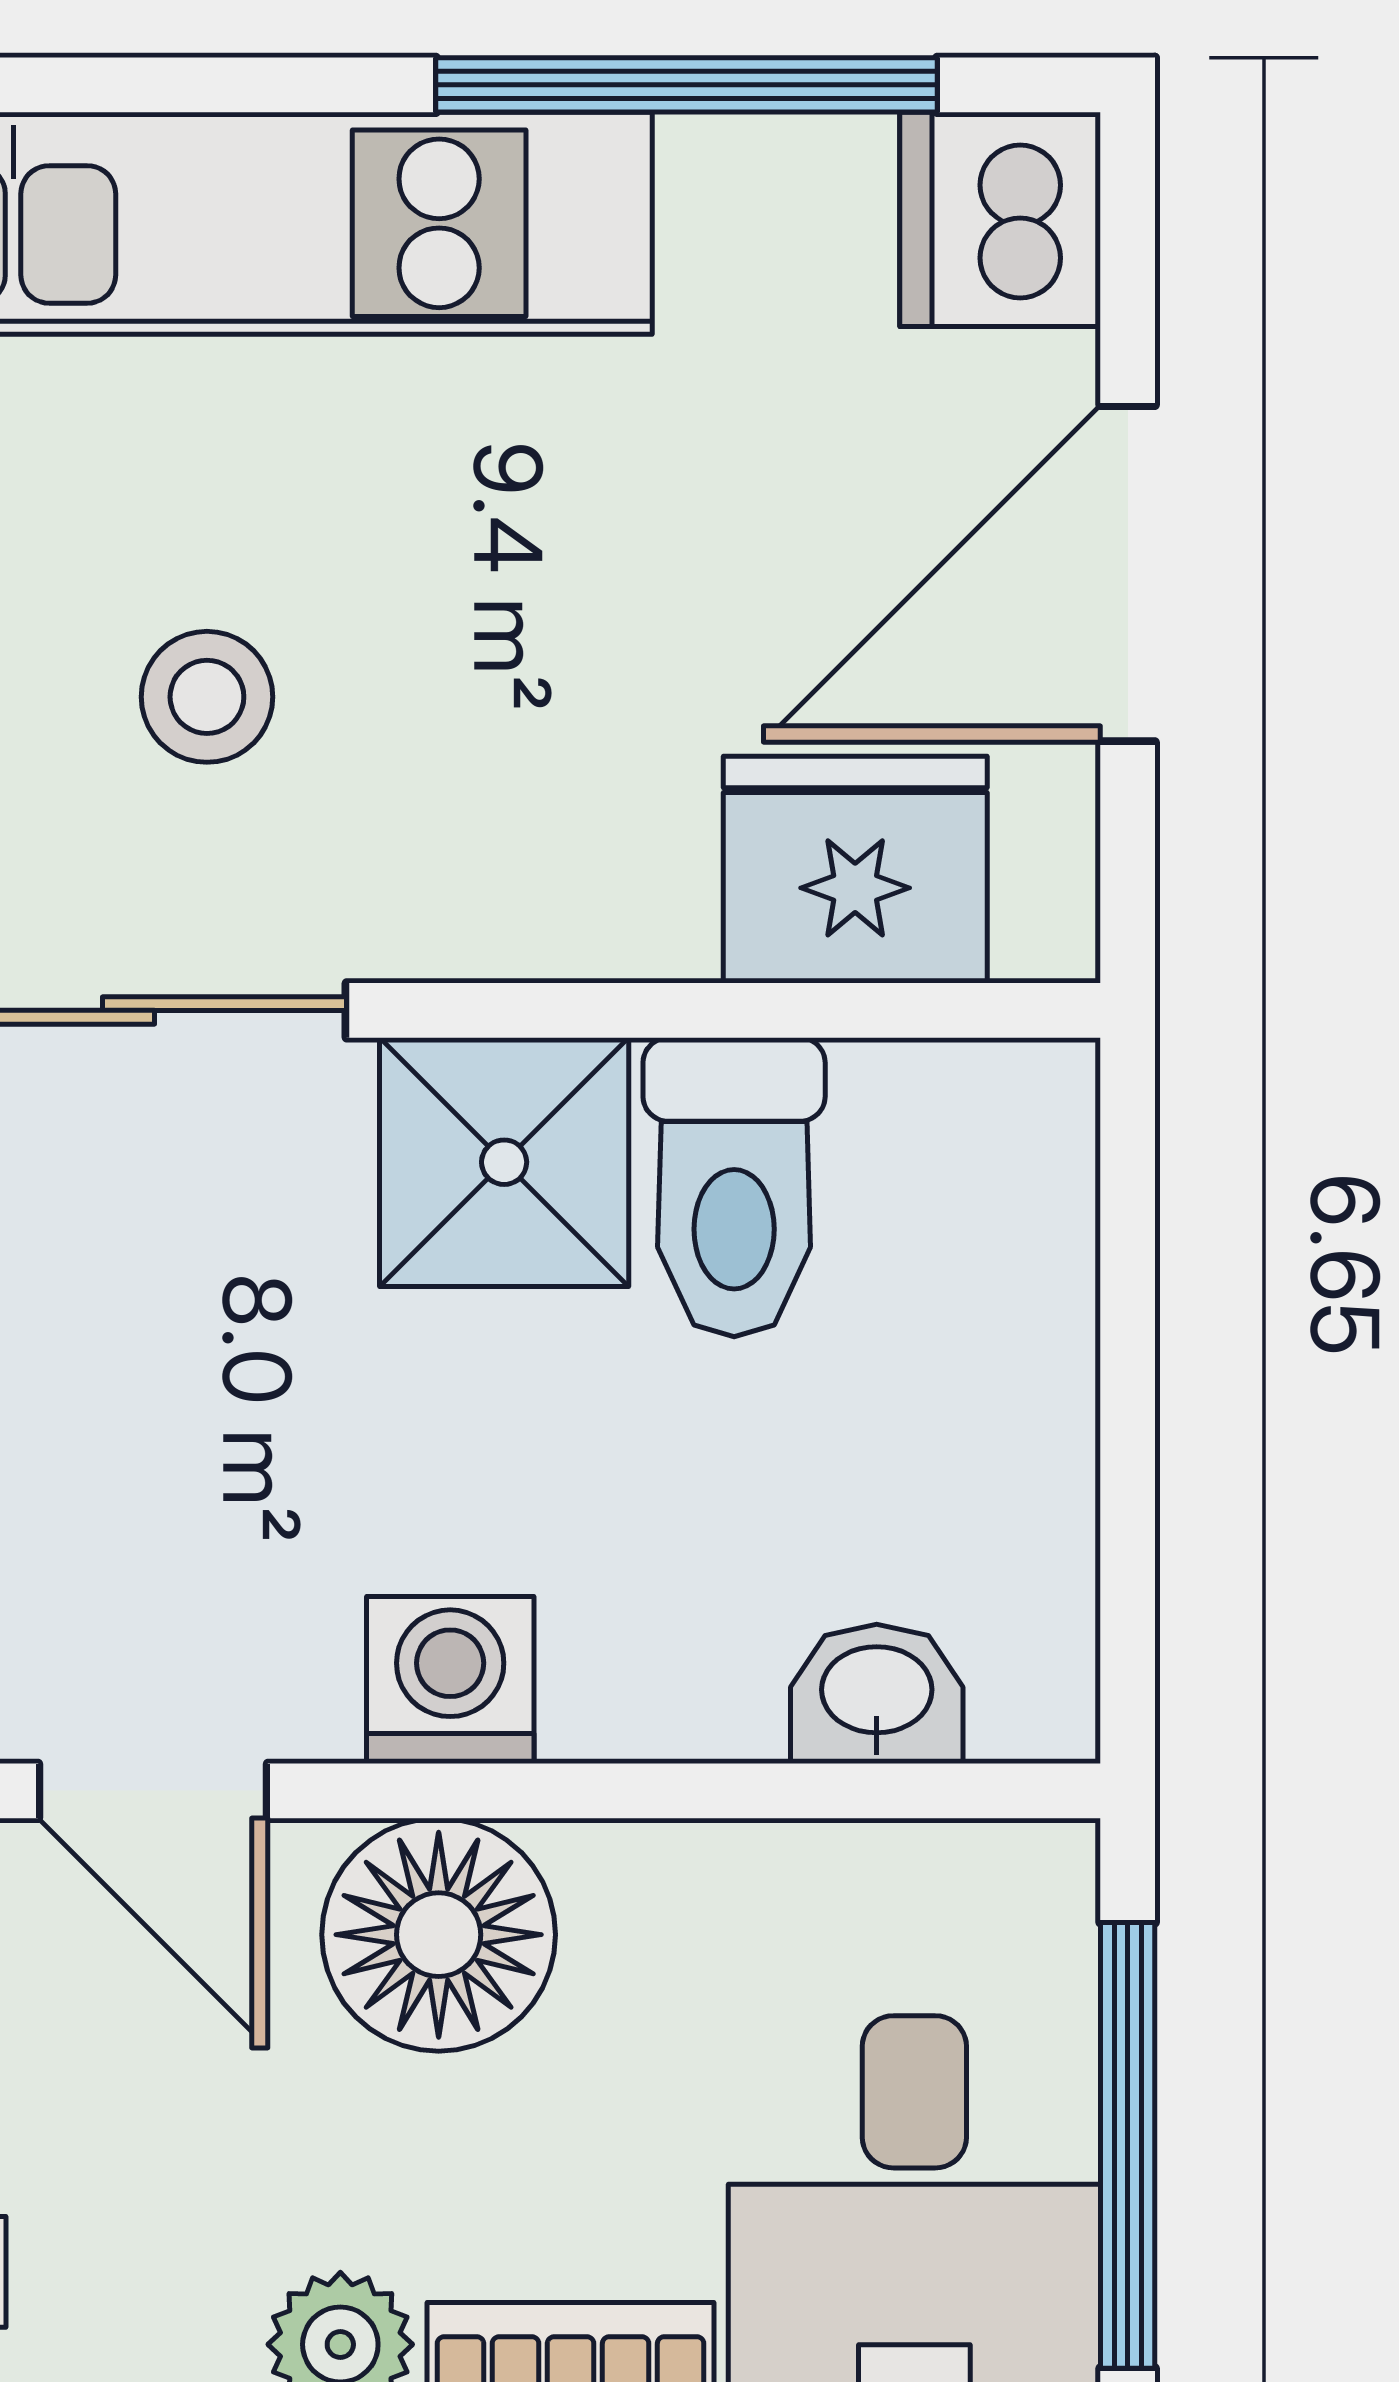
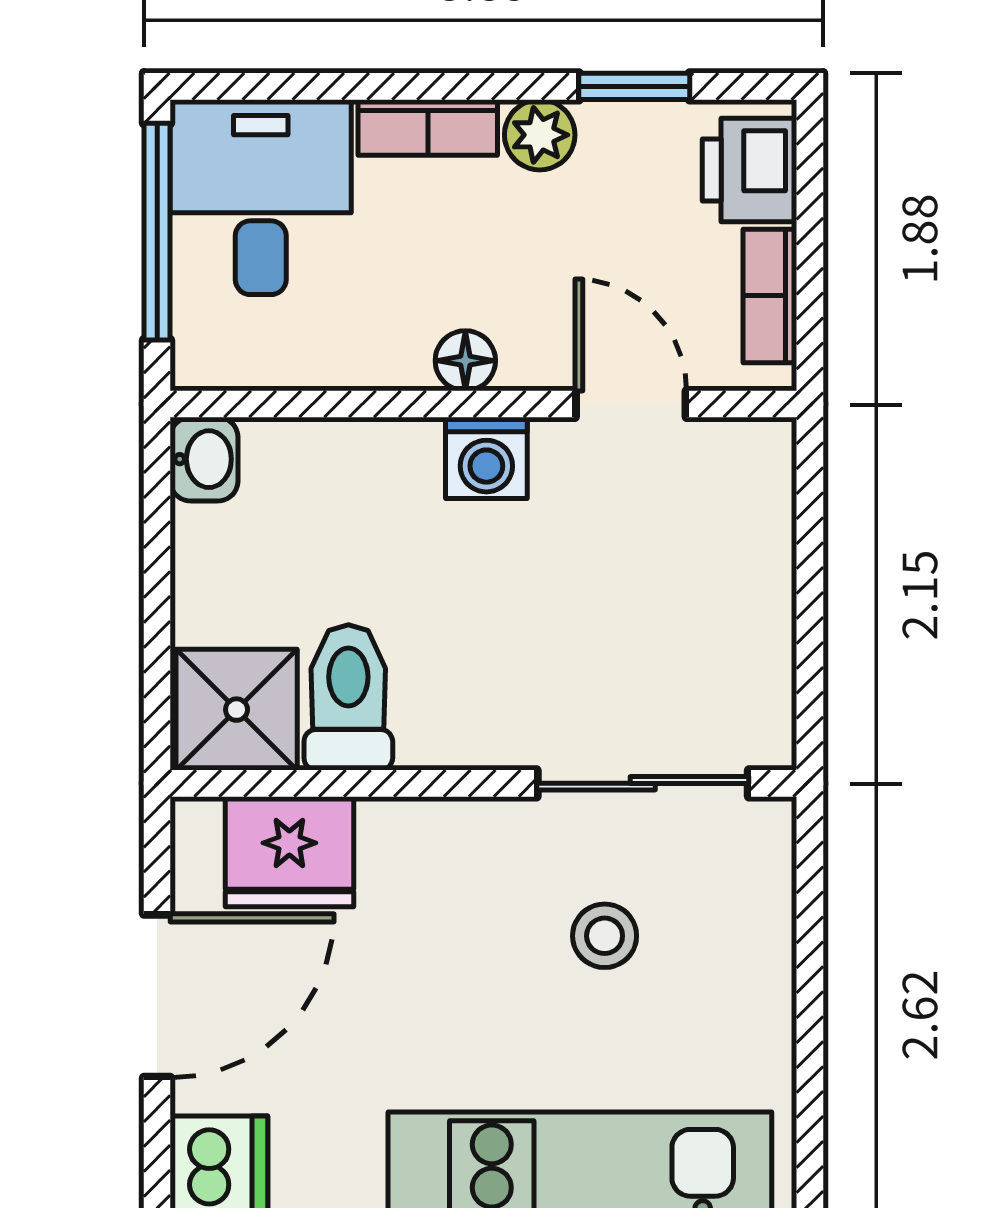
shower: (504, 1162) -> (237, 710), moved
washbasin: (877, 1694) -> (204, 459), moved, turned -90
floor lamp: (439, 1935) -> (465, 361), width x0.53, depth x0.53

